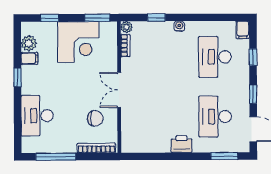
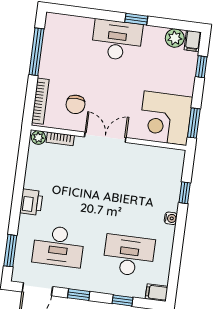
plant: (127, 27) -> (38, 138), moved
corner desk: (78, 42) -> (165, 118), moved
bookcase: (125, 45) -> (60, 139), moved
filing cabinet: (29, 58) -> (193, 41), moved
desk: (37, 116) -> (117, 40), moved
desk: (215, 117) -> (58, 246), turned 180

